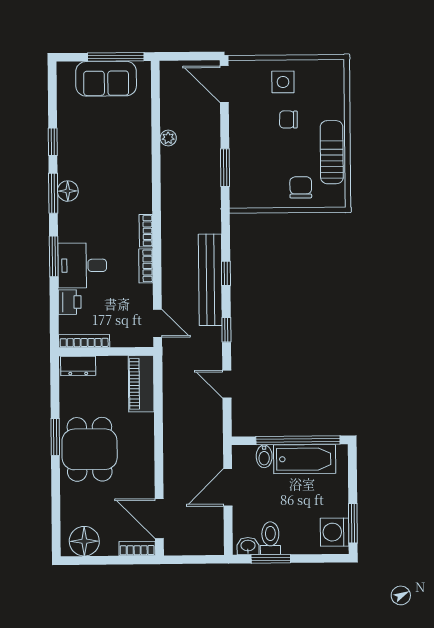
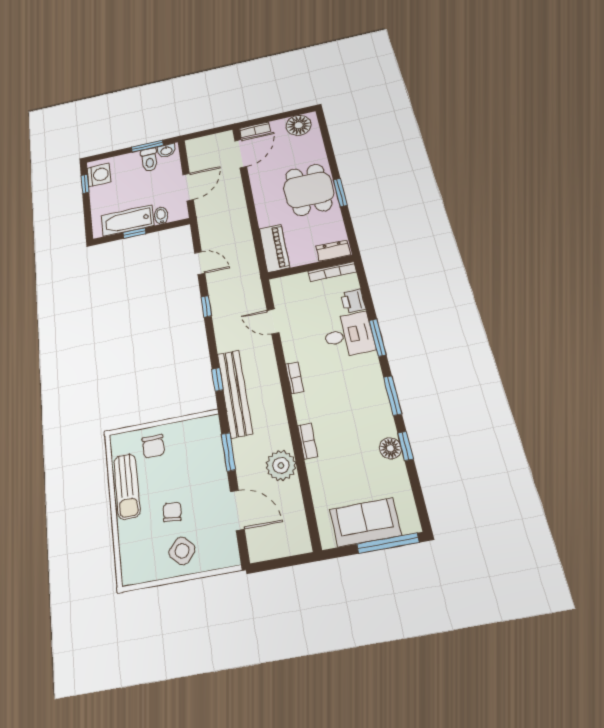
window: (116, 57) -> (388, 543), moved
side table: (283, 82) -> (182, 551), turned 45
door: (224, 84) -> (237, 510), moved
chair: (288, 119) -> (172, 512), turned -84
plant: (168, 138) -> (281, 465), width x1.88, depth x1.88
floor lamp: (68, 191) -> (390, 448), moved
bookcase: (146, 266) -> (308, 441), moved
window: (226, 273) -> (217, 380), moved
bench: (210, 280) -> (235, 393), moved
door: (158, 323) -> (273, 321), moved
window: (298, 440) -> (134, 233), width x0.32
door: (159, 519) -> (241, 154), hinge flipped
window: (353, 523) -> (85, 184), width x0.67

